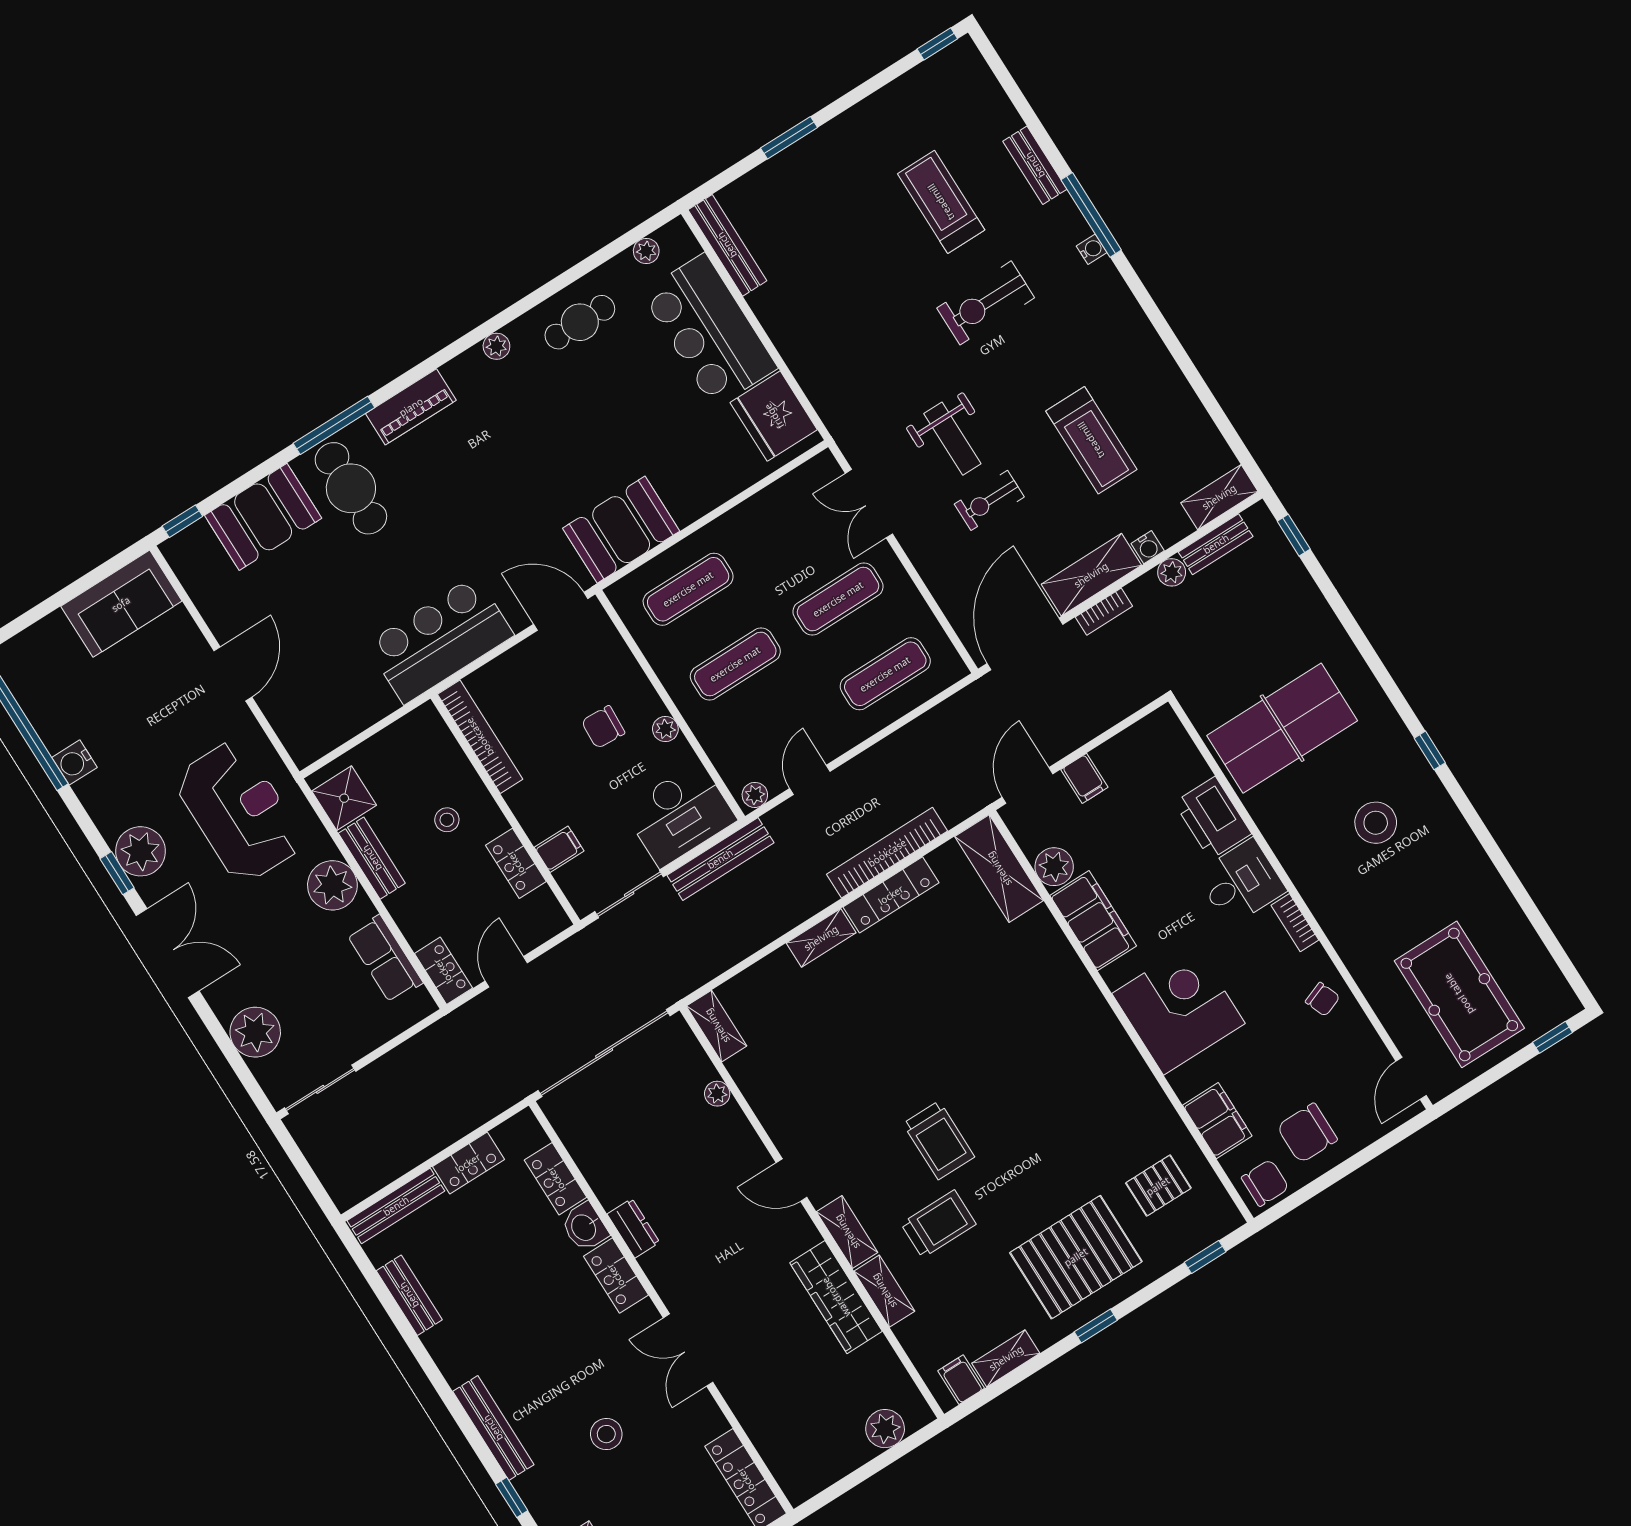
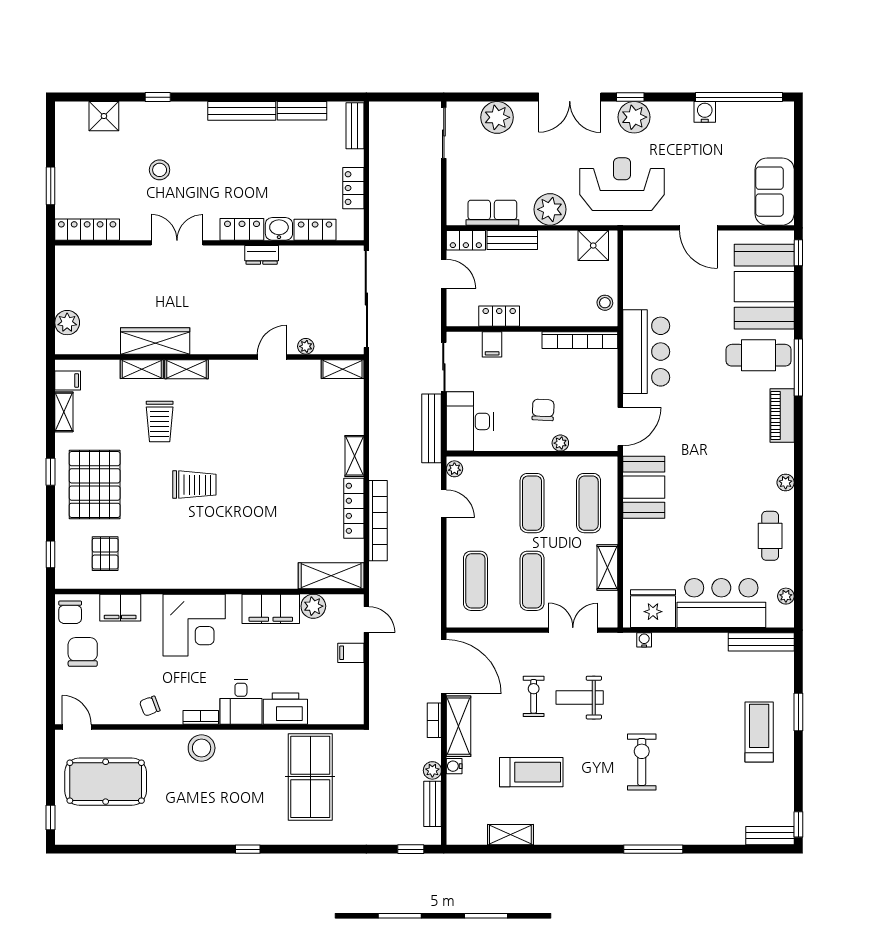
bench: (1035, 165) -> (770, 836), moved
treadmill: (941, 202) -> (759, 732), moved, turned -90
water cooler: (1092, 249) -> (644, 640), moved, turned 180
treadmill: (1091, 440) -> (531, 772), turned 180
shelving: (1219, 497) -> (510, 835), moved, turned 90
shelving: (758, 511) -> (607, 568), added
booth: (263, 517) -> (764, 287), width x1.36, depth x1.42
plant: (665, 729) -> (560, 443), moved
door: (1027, 785) -> (366, 620), width x0.73
reception desk: (239, 811) -> (622, 184), turned 180
stool: (447, 820) -> (605, 303), moved
stool: (1376, 823) -> (202, 748), moved
bench: (372, 858) -> (512, 240), moved
trolley: (939, 1140) -> (194, 485), moved, turned 180
door: (791, 1180) -> (272, 357), moved
bench: (396, 1206) -> (355, 126), width x0.73
bench: (493, 1428) -> (242, 111), moved

